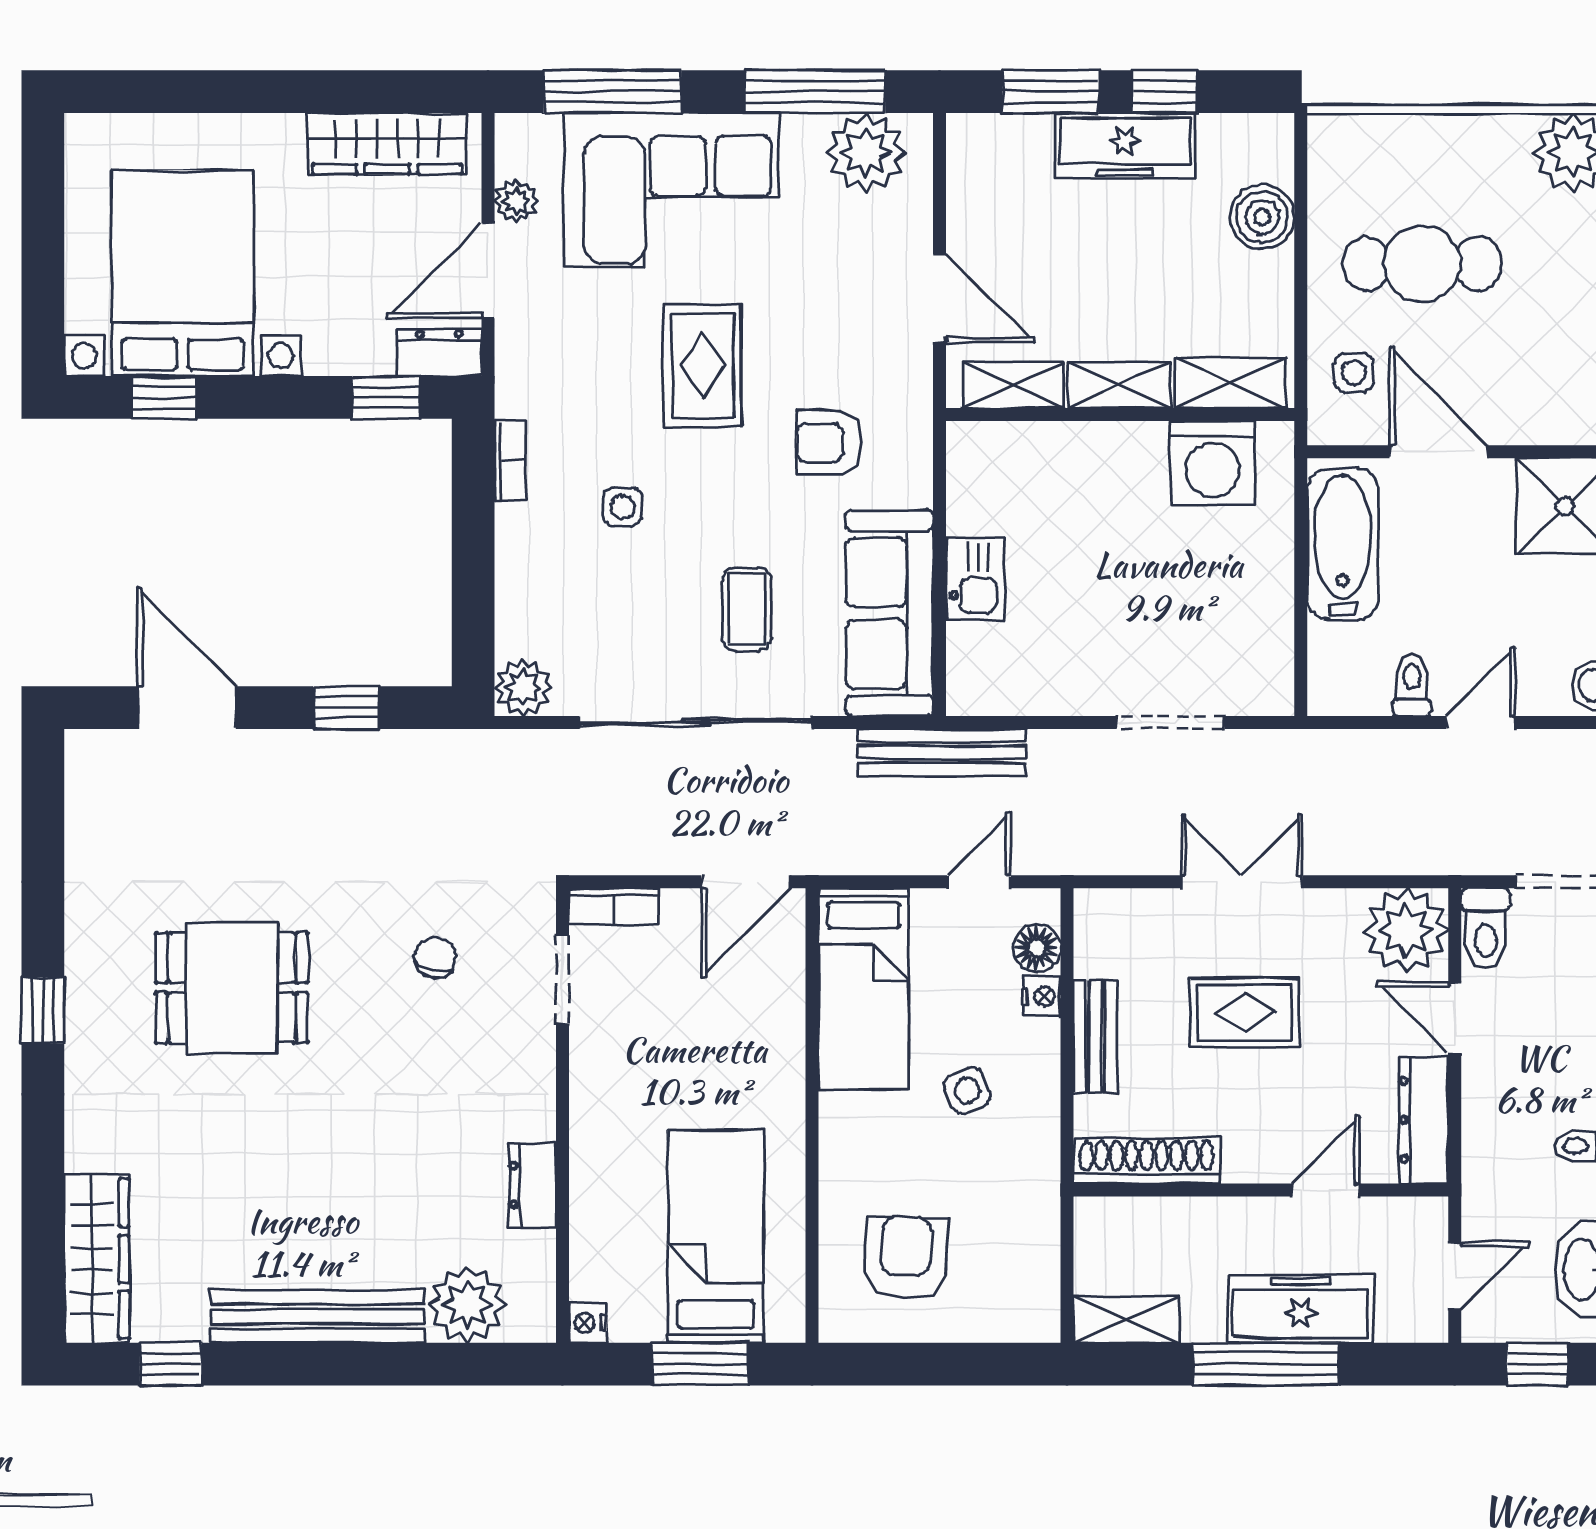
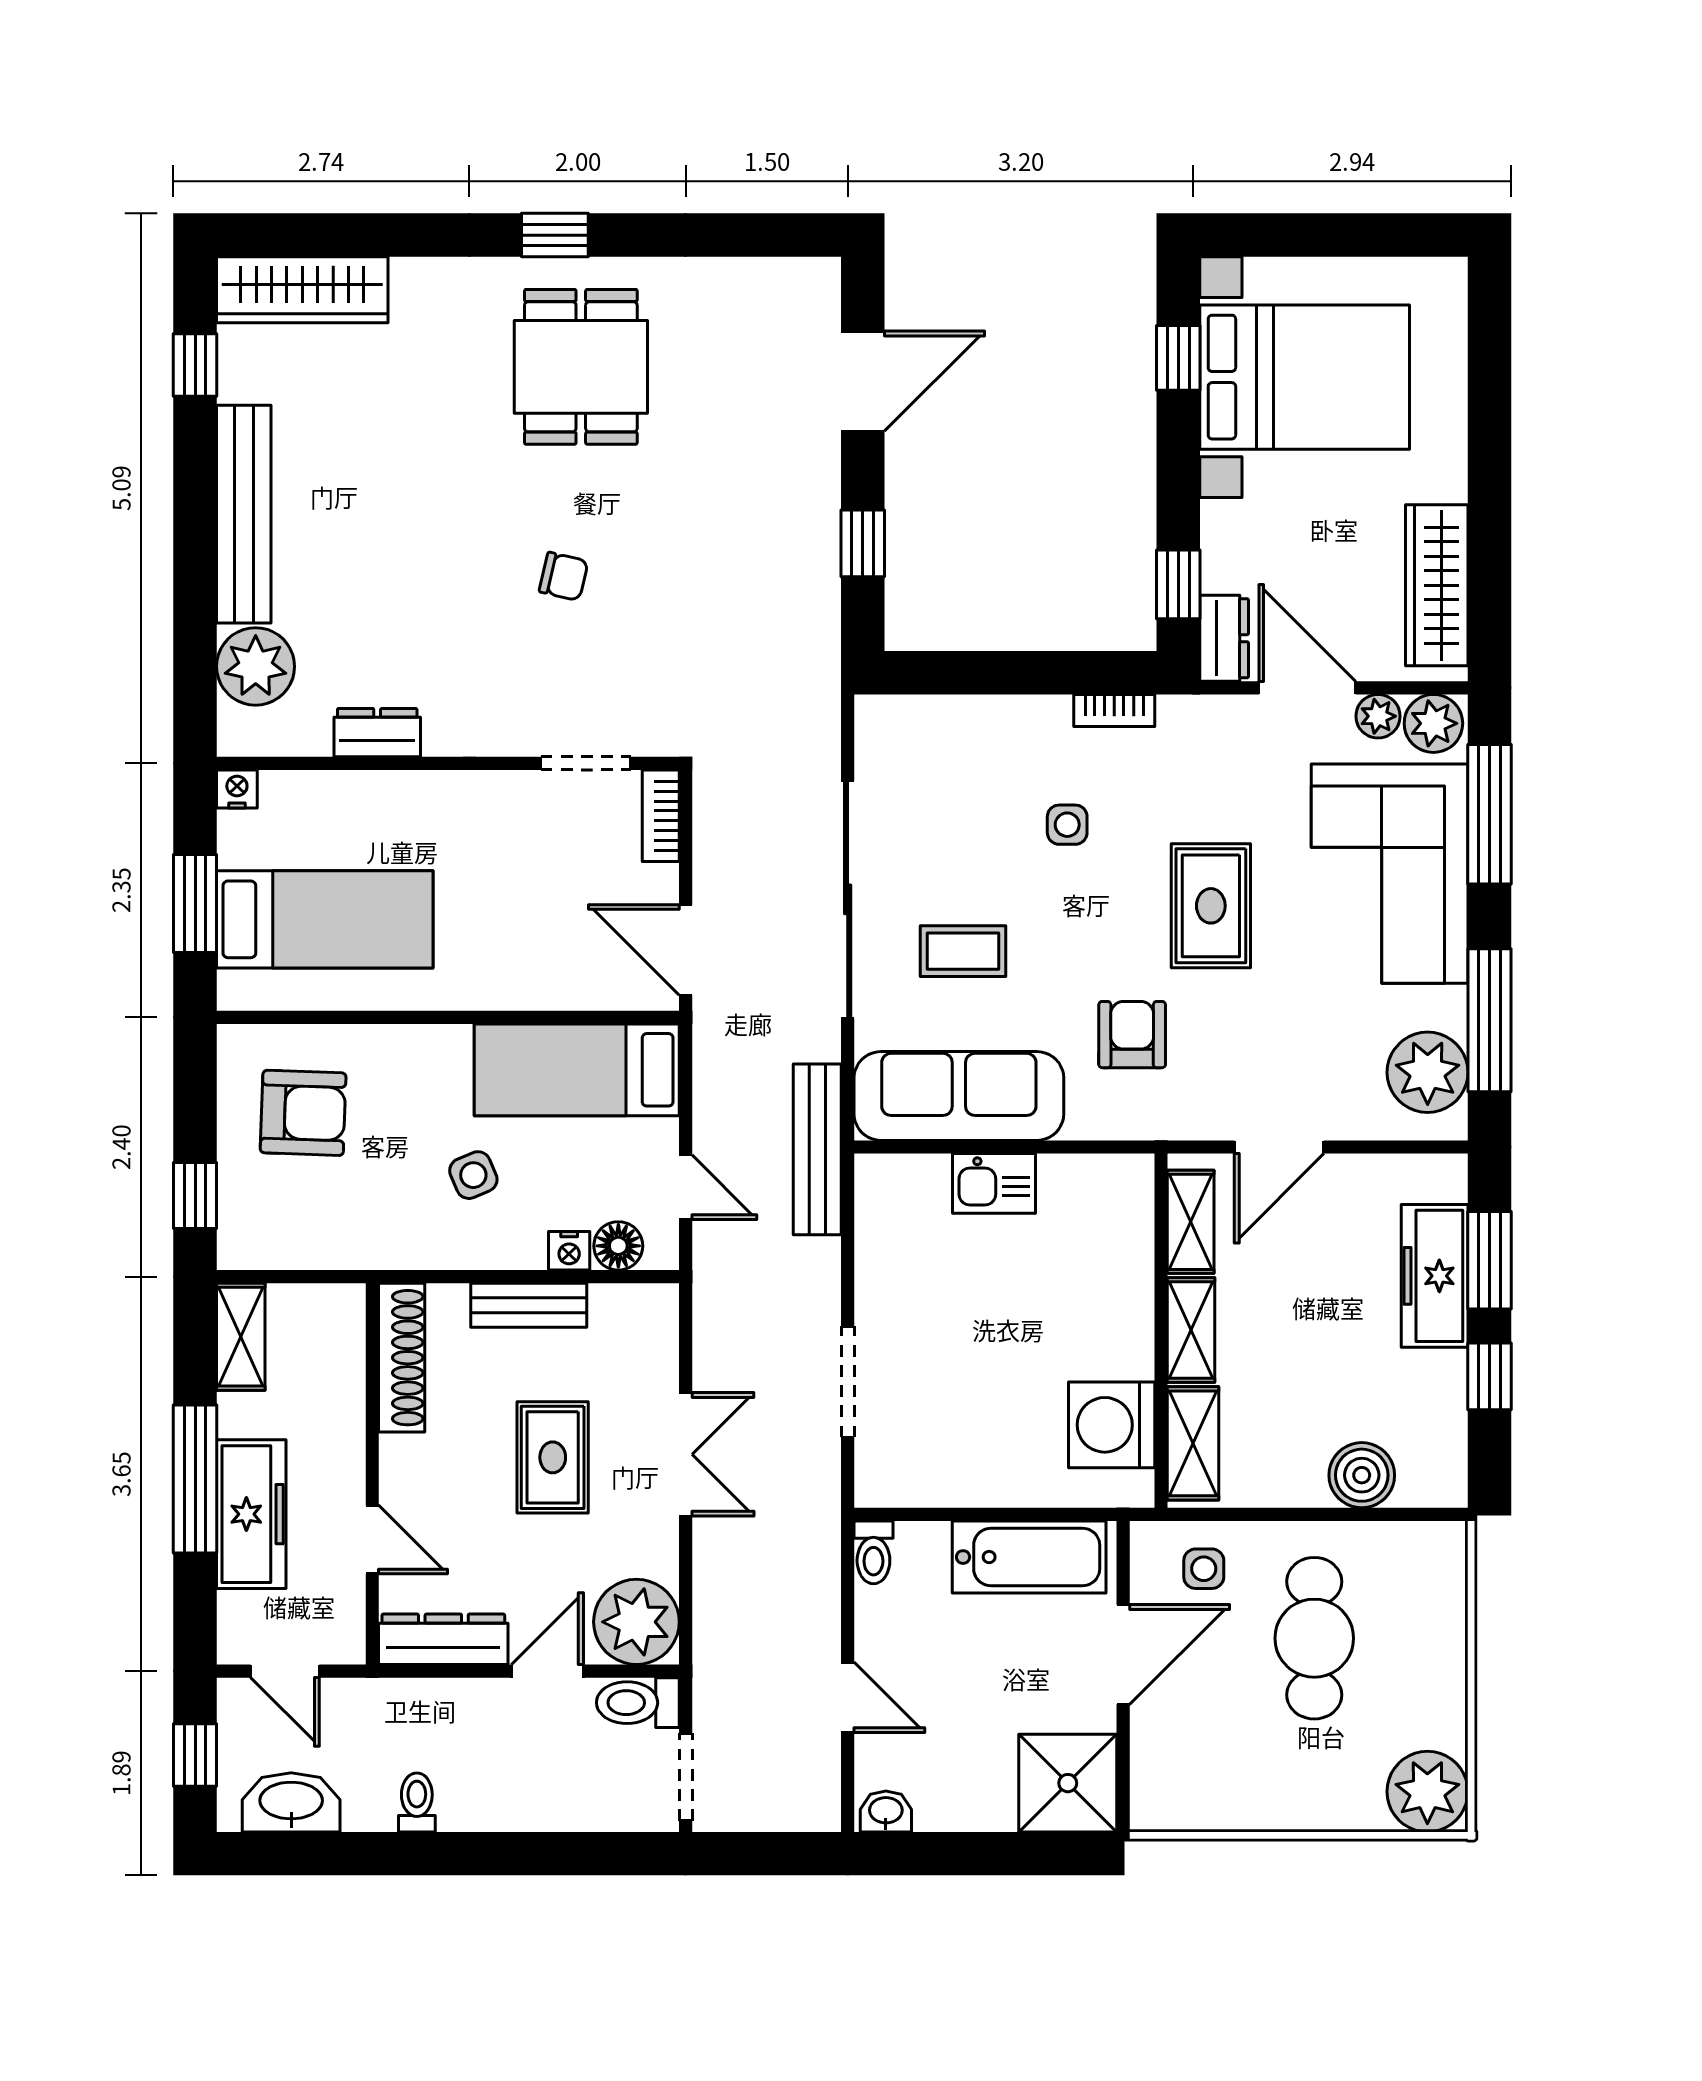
freezer: (1125, 145) -> (1435, 1276), moved
rug: (702, 366) -> (1211, 906), turned 90
toilet: (1412, 685) -> (873, 1552), moved, turned 90
plant: (523, 687) -> (1433, 723), moved
chair: (435, 958) -> (564, 576), moved
dining table: (232, 988) -> (581, 367), moved
window: (987, 1364) -> (195, 1196), added

